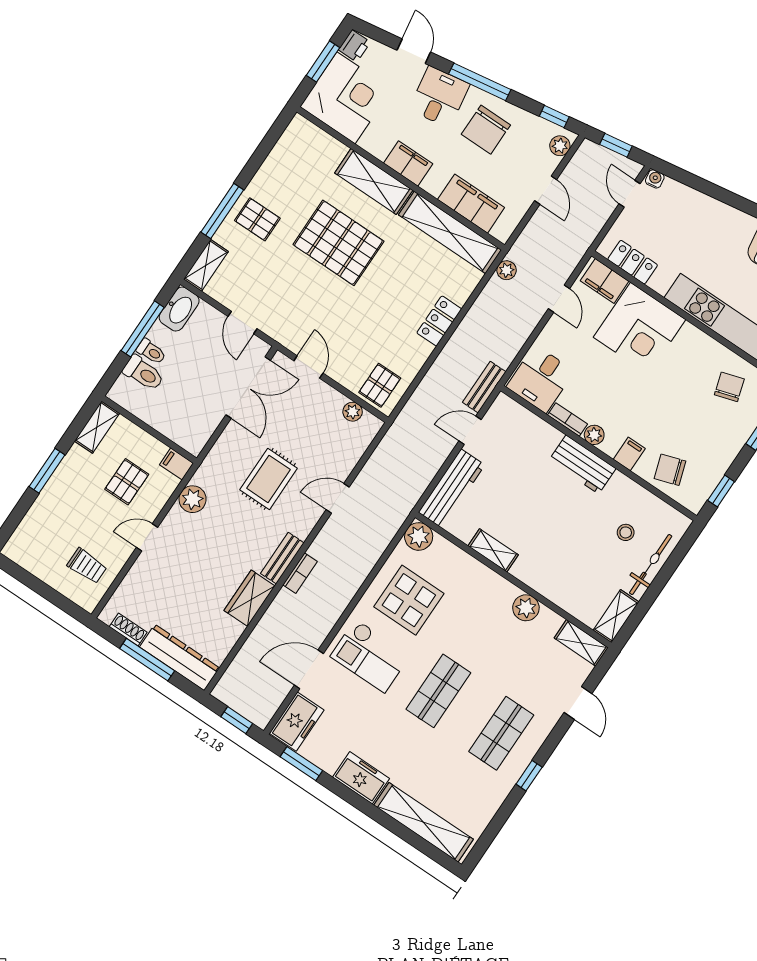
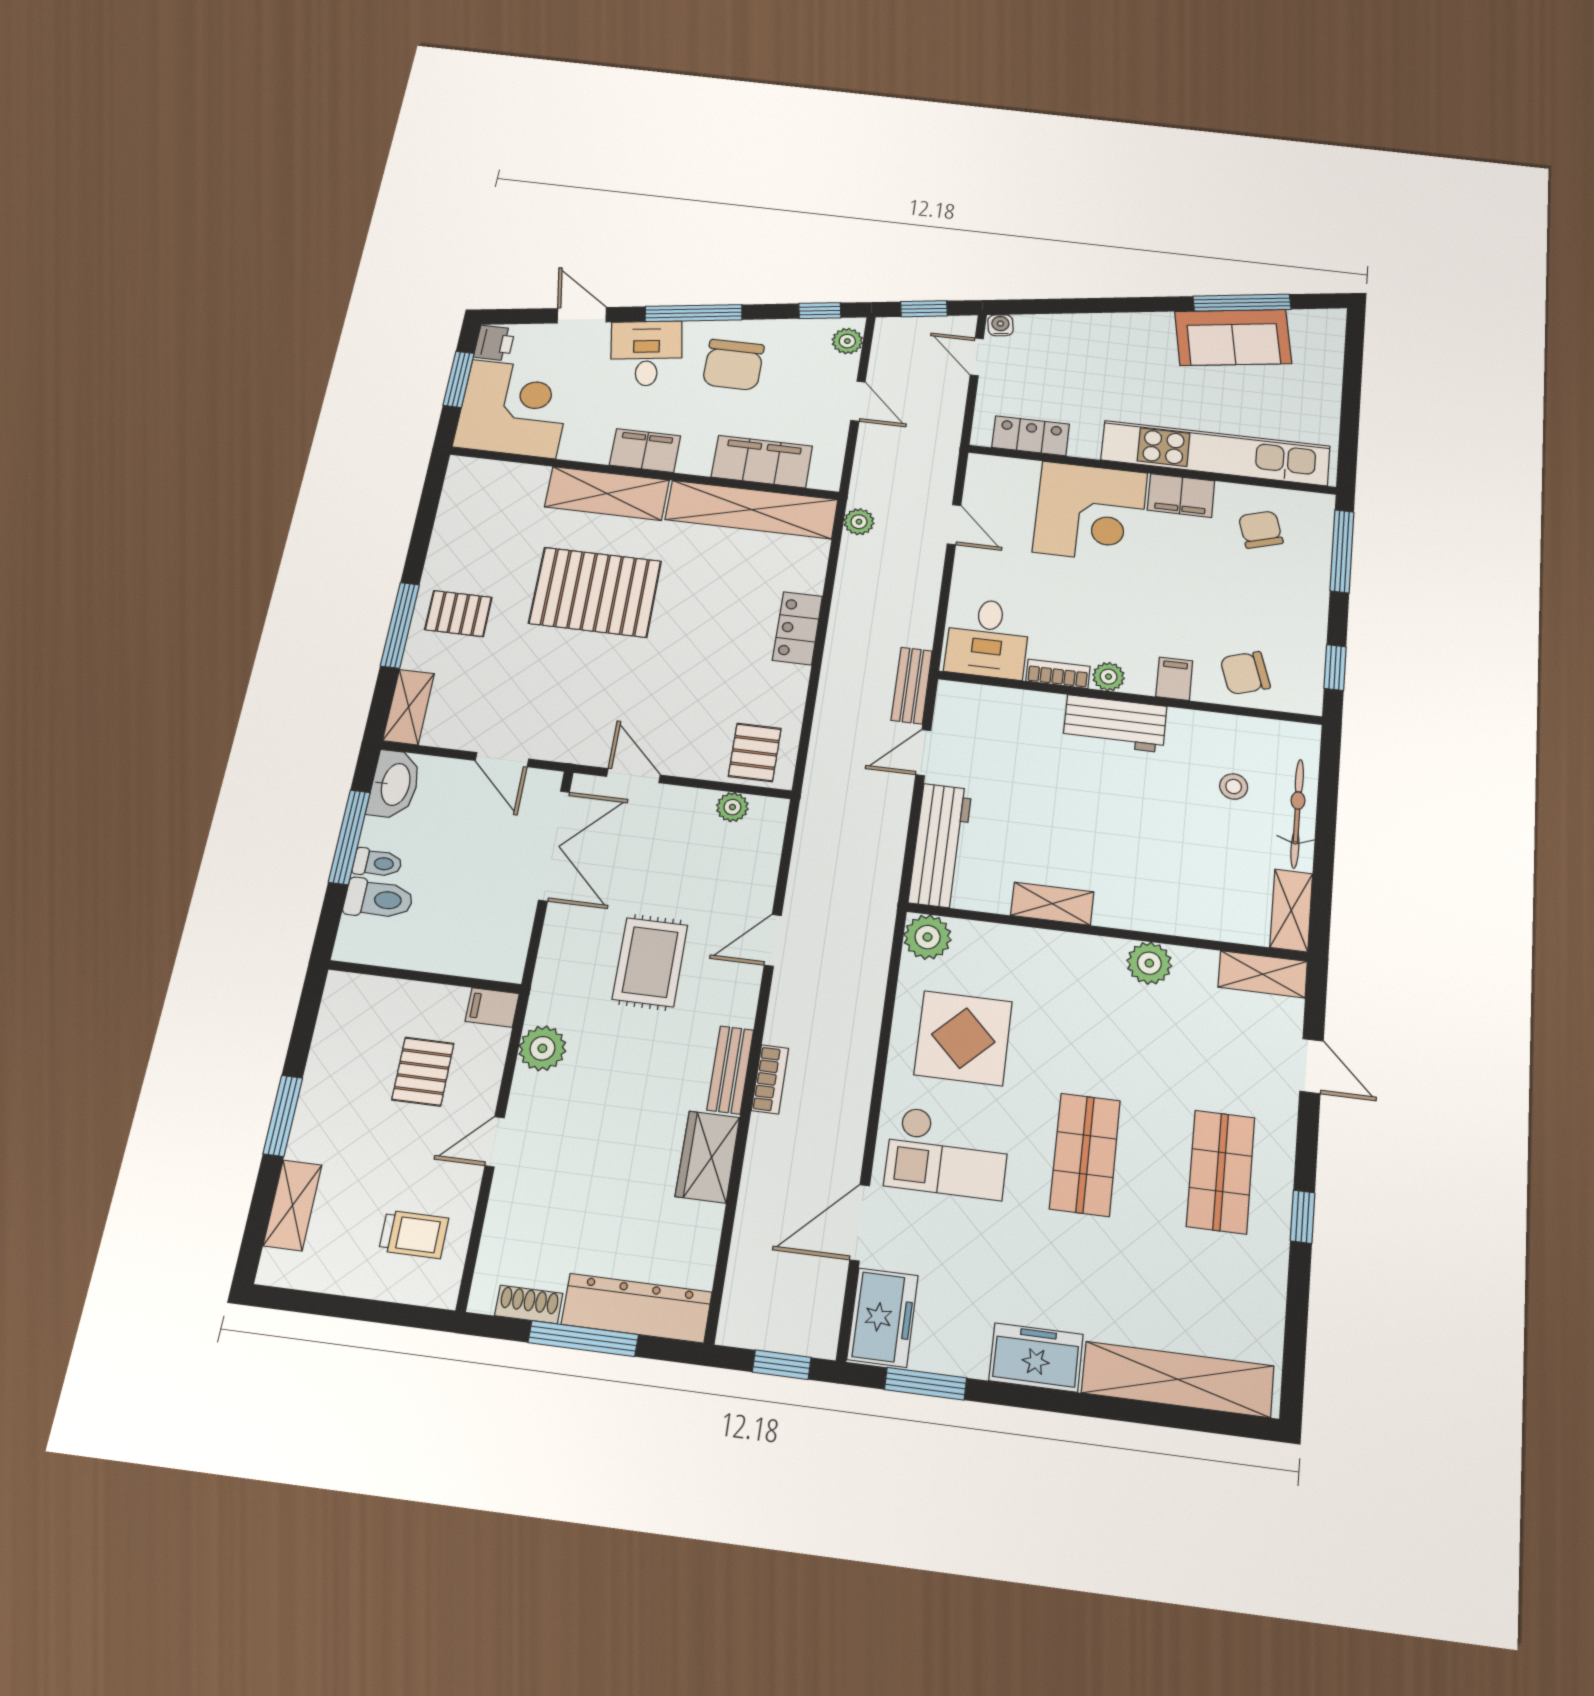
filing cabinet: (605, 281) -> (1181, 496), moved
shelving: (97, 427) -> (293, 1205), moved

